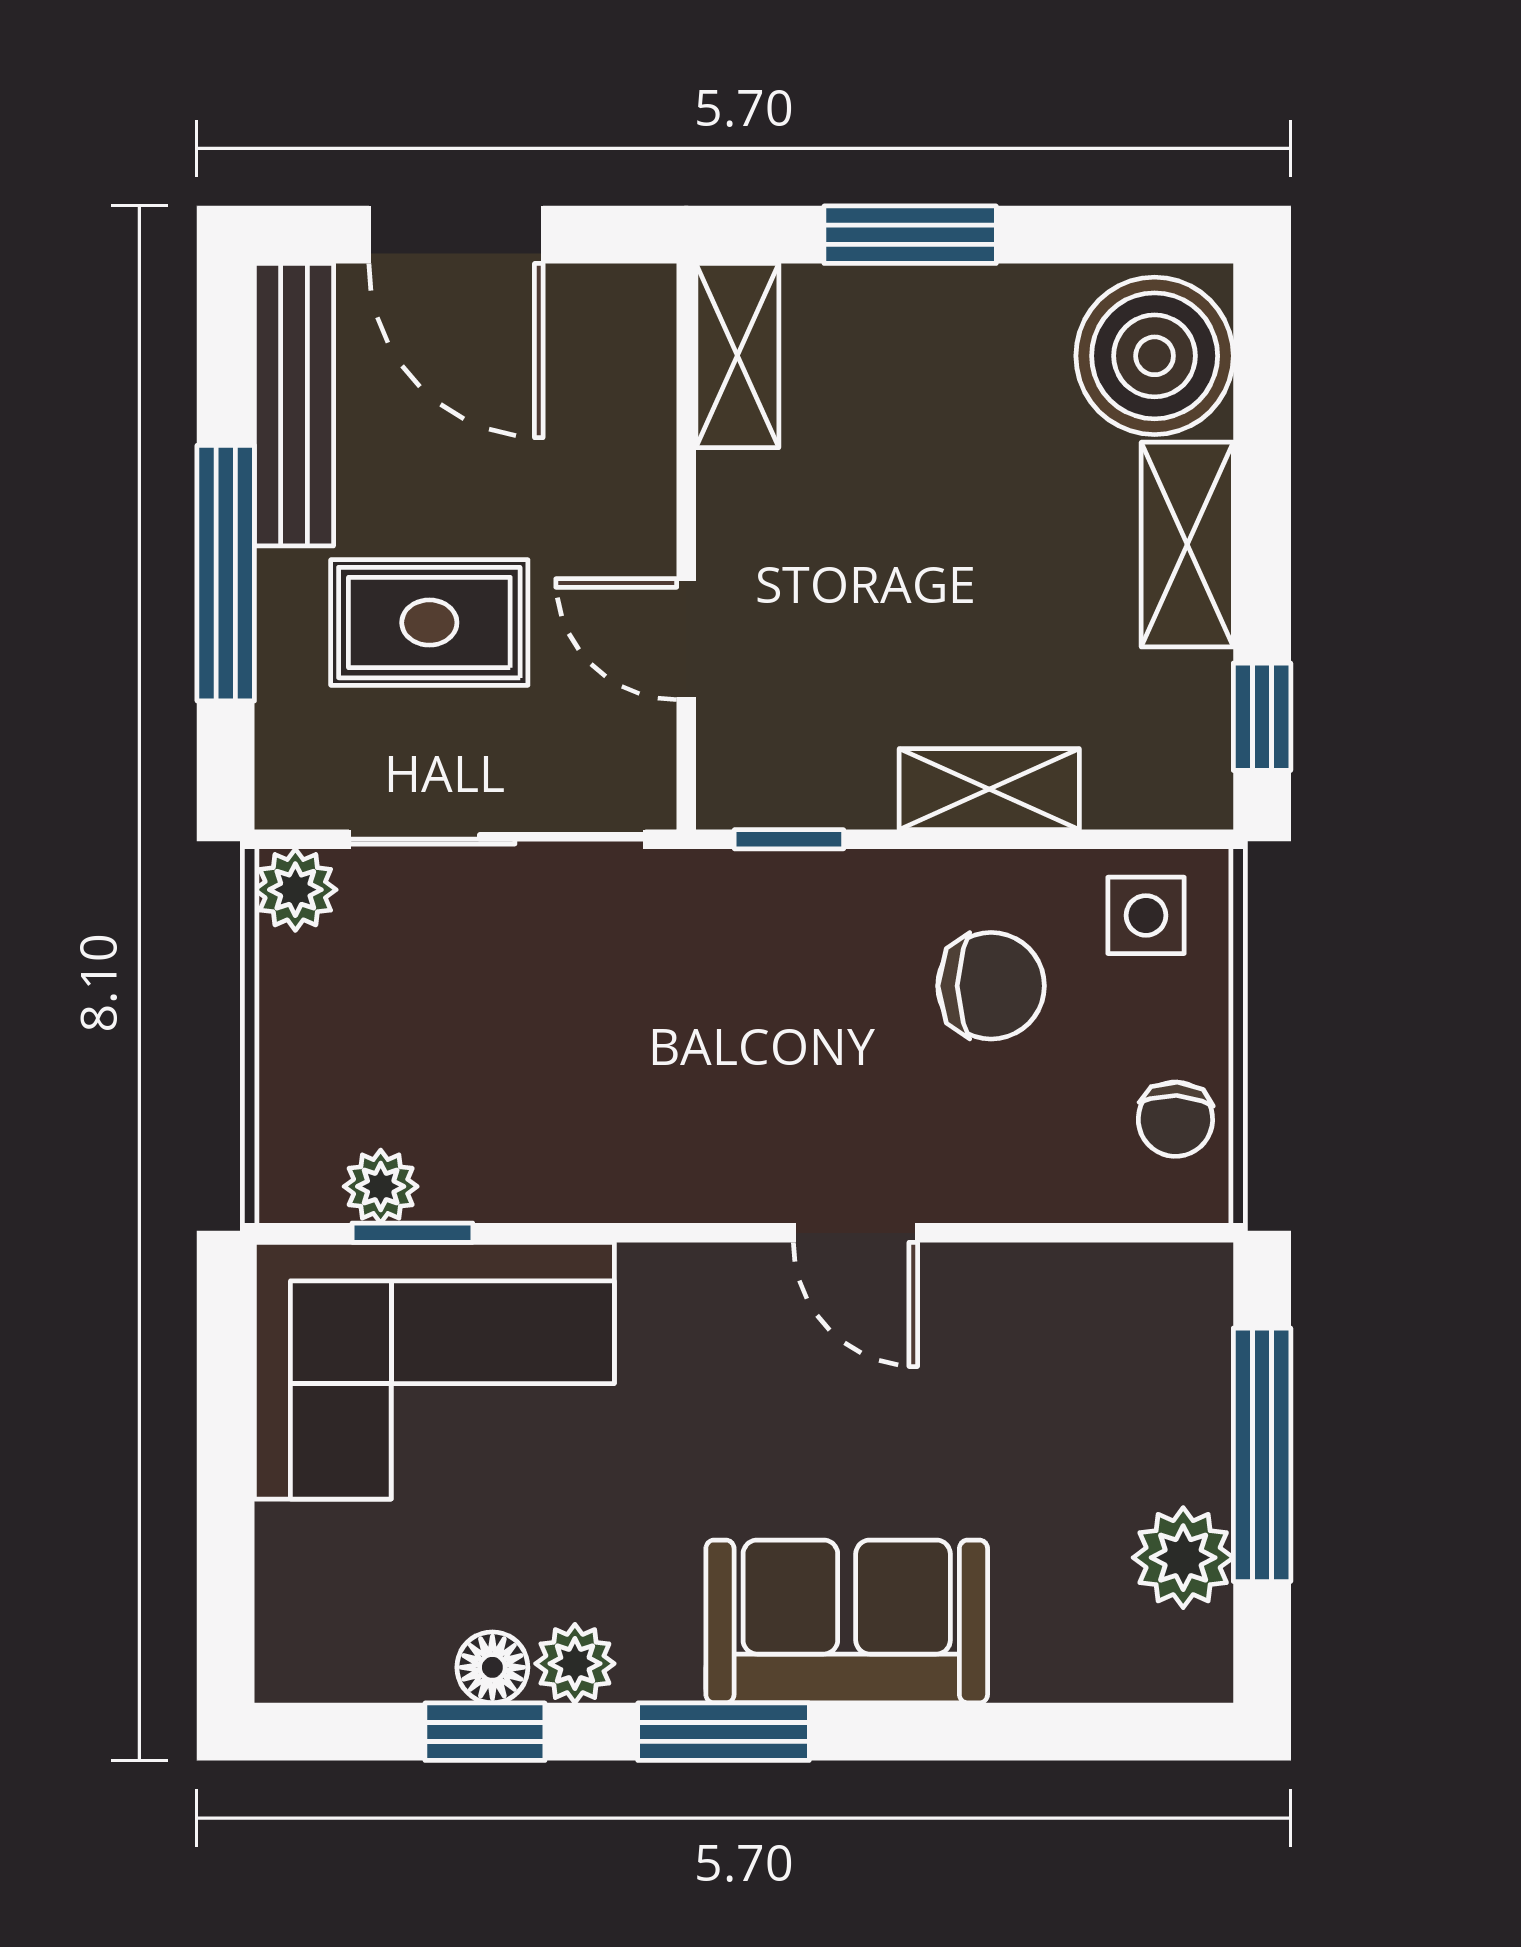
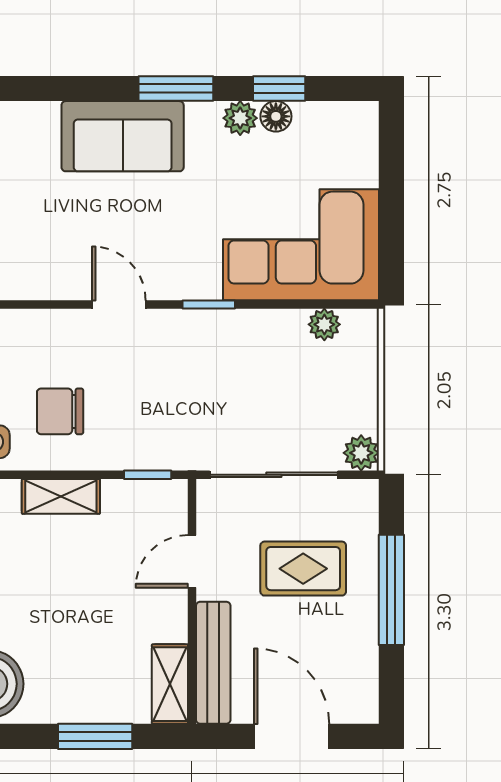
bench: (294, 405) -> (213, 663), moved
door: (686, 639) -> (192, 561), swing flipped
window: (412, 1233) -> (209, 304), moved

